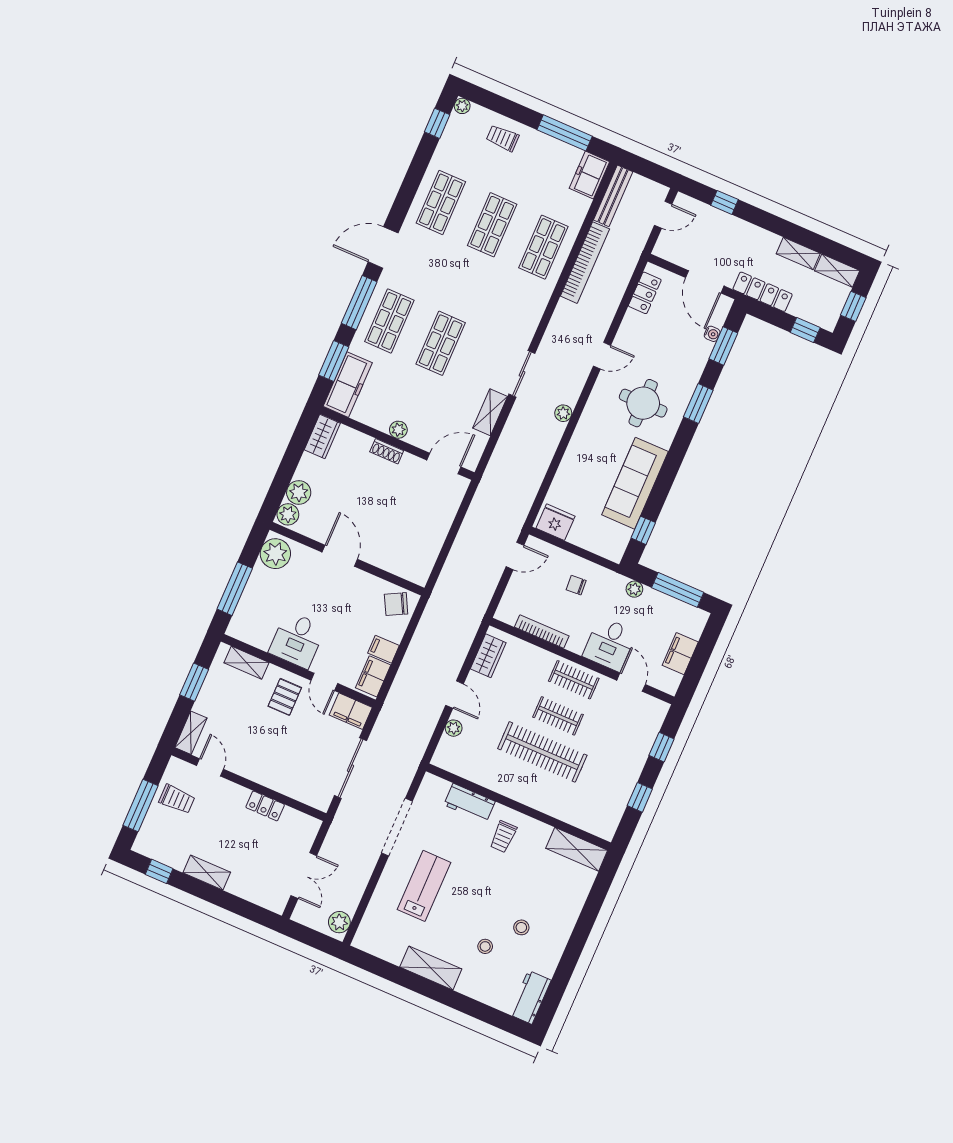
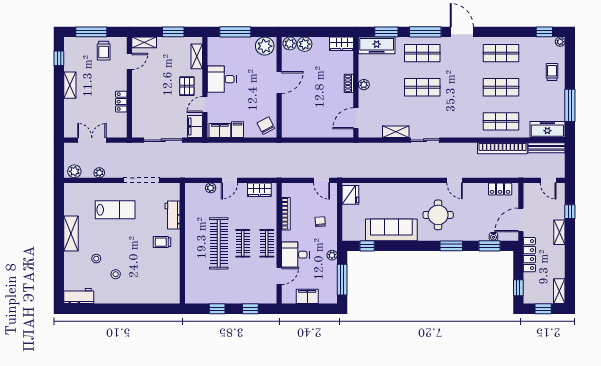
freezer: (589, 175) -> (547, 130), width x1.40
shelving: (798, 253) -> (559, 232), moved
plant: (563, 413) -> (99, 173), moved
door: (444, 464) -> (356, 118), swing flipped
pallet: (285, 697) -> (187, 86), turned 90
shelving: (577, 849) -> (173, 286), removed
double door: (304, 876) -> (92, 140), swing flipped

